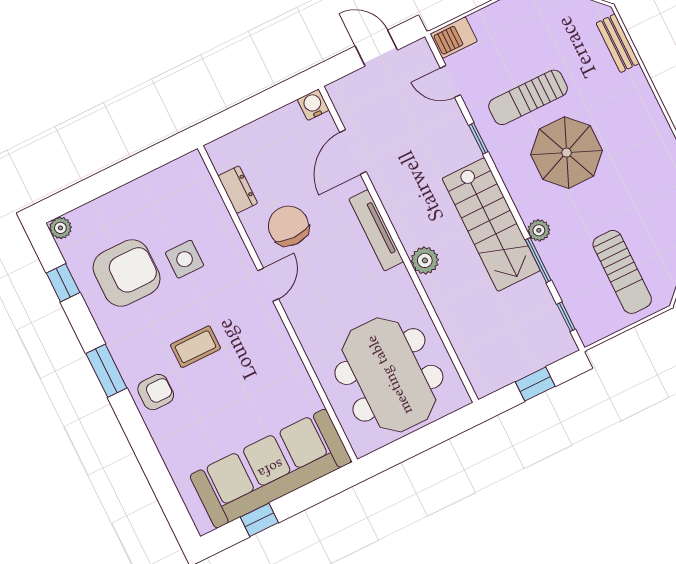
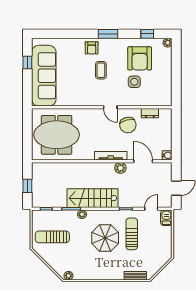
chair: (288, 226) -> (128, 125), turned 75
plant: (425, 260) -> (120, 168), moved

